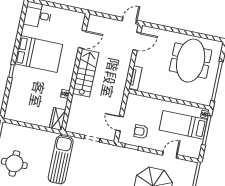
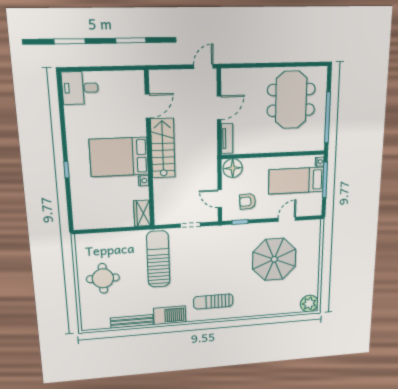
door: (137, 41) -> (219, 108), moved
bed: (39, 54) -> (119, 157), moved, turned 180
floor lamp: (135, 102) -> (233, 168), added

